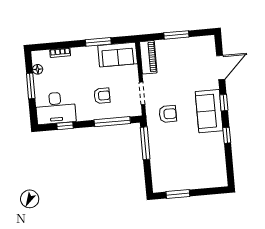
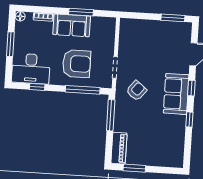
window: (176, 35) -> (173, 18), moved
sofa: (118, 55) -> (72, 25), moved
piano: (148, 57) -> (119, 148), moved
floor lamp: (38, 69) -> (20, 16), moved
armchair: (102, 96) -> (77, 64), width x1.88, depth x1.88
armchair: (168, 114) -> (136, 91), turned -51

